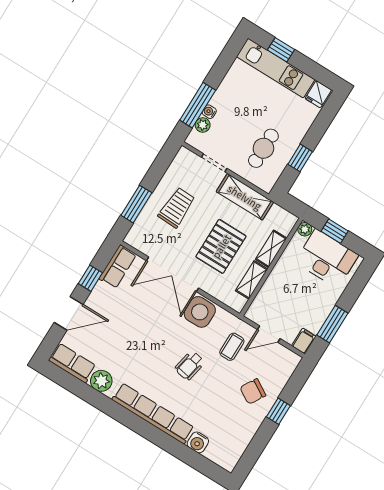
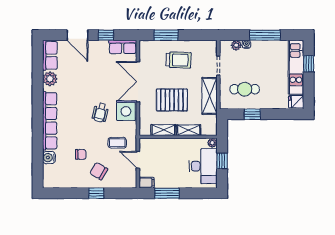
window: (198, 105) -> (265, 35), moved
wheelchair: (190, 365) -> (100, 112), moved, turned -86
chair: (218, 401) -> (81, 154), added

